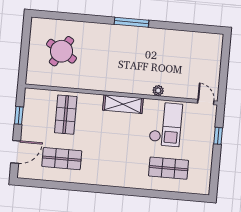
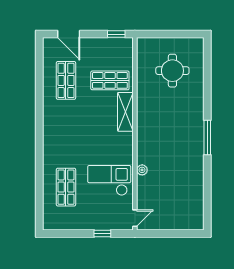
round table: (61, 51) -> (172, 71), turned -31
shelving: (123, 104) -> (125, 112), moved
window: (19, 115) -> (116, 34), moved
checkout: (166, 124) -> (109, 180), turned 180

